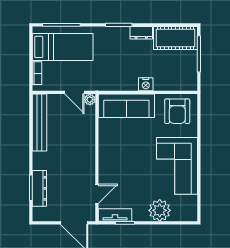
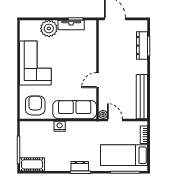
dresser: (141, 33) -> (80, 166), moved
cot: (175, 38) -> (32, 164), width x0.73, depth x0.75
door: (97, 194) -> (97, 80), moved
tv unit: (115, 215) -> (71, 25), moved

